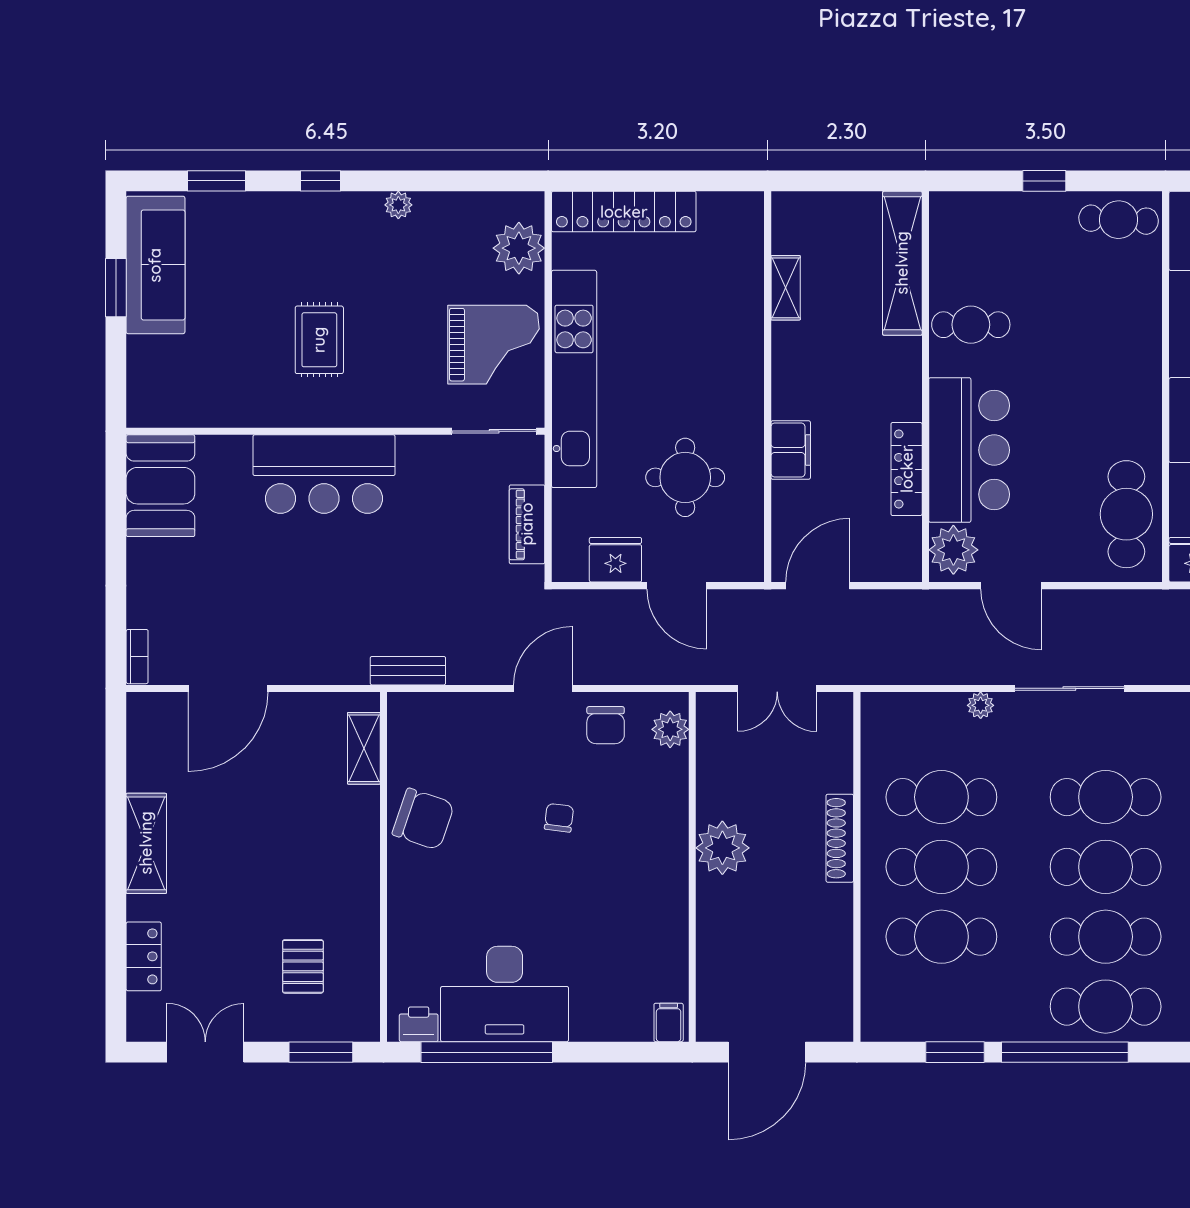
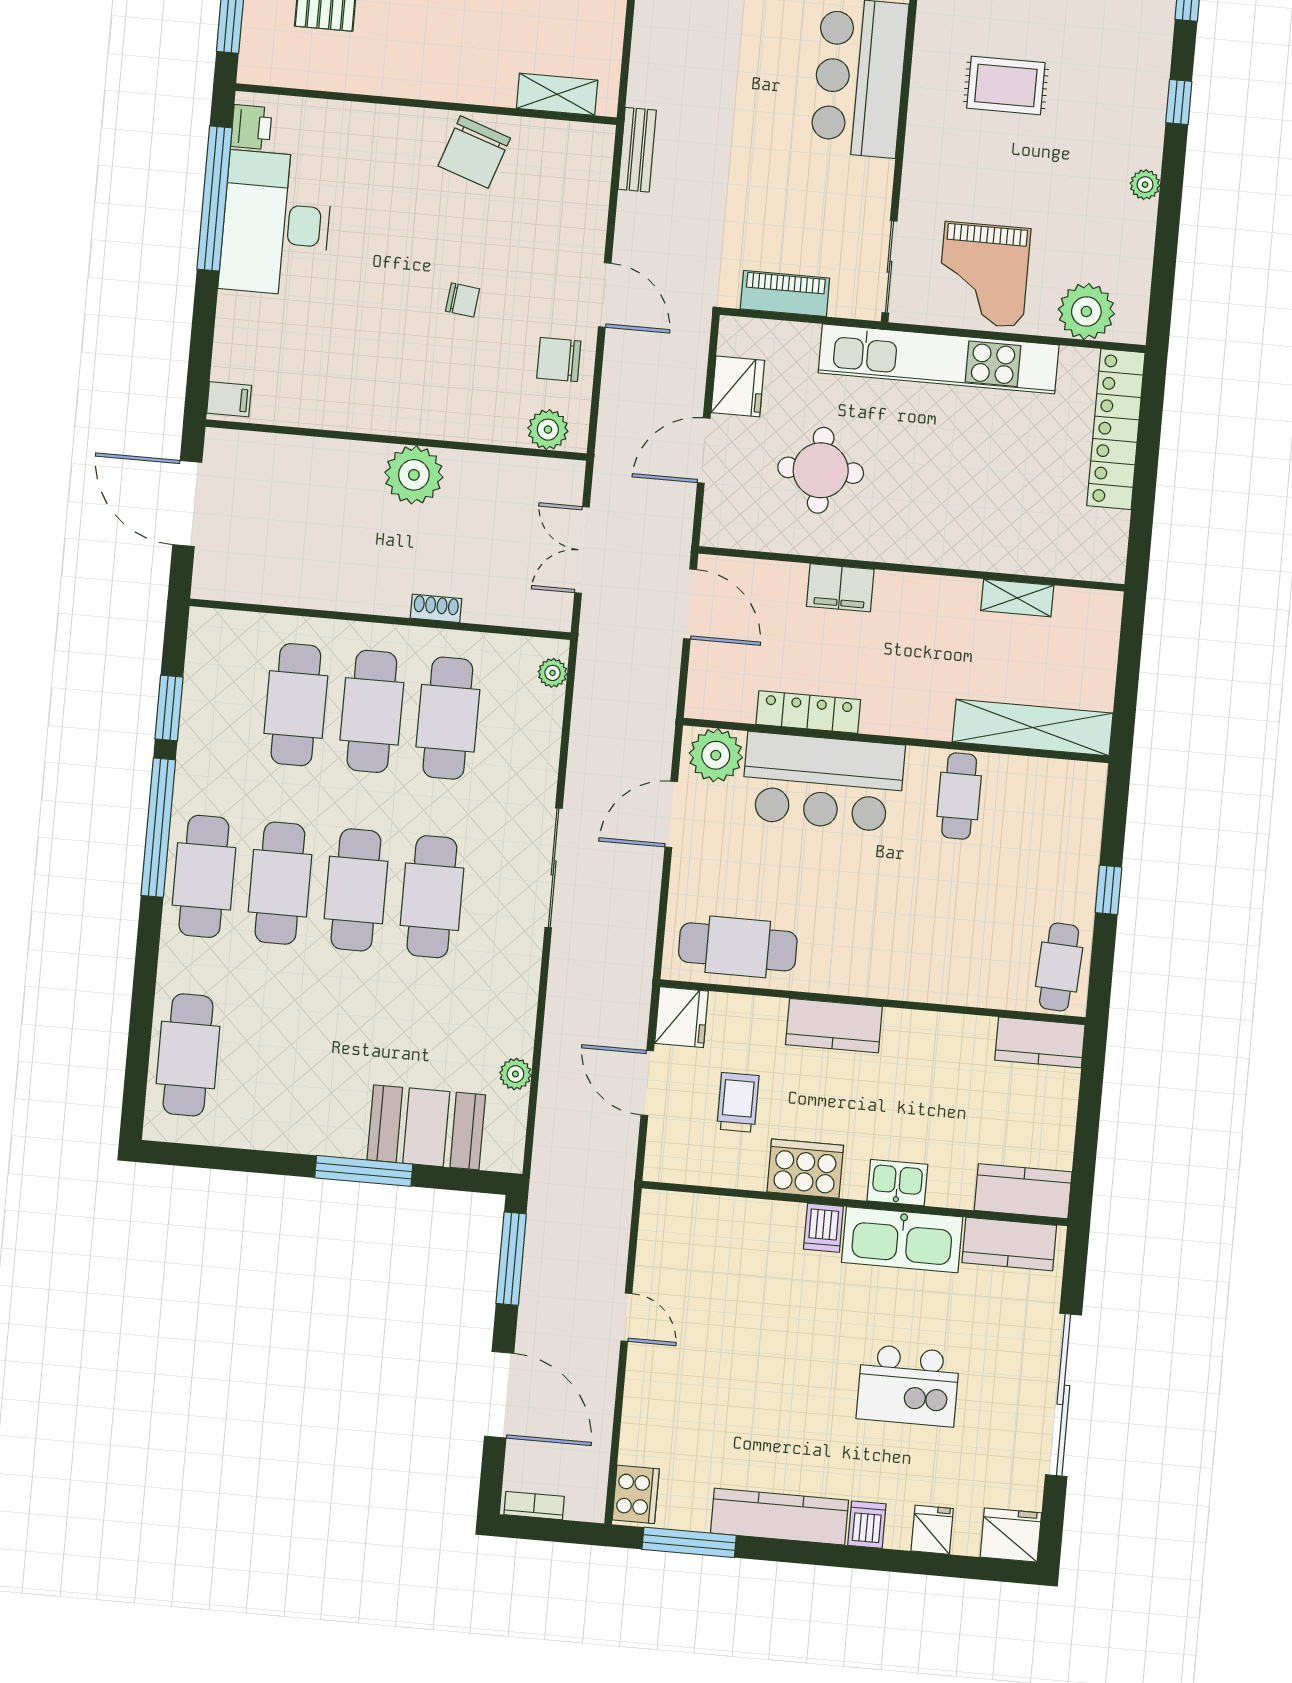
plant: (981, 705) -> (553, 673), moved
shoe rack: (840, 838) -> (436, 608), width x0.51, depth x0.81

